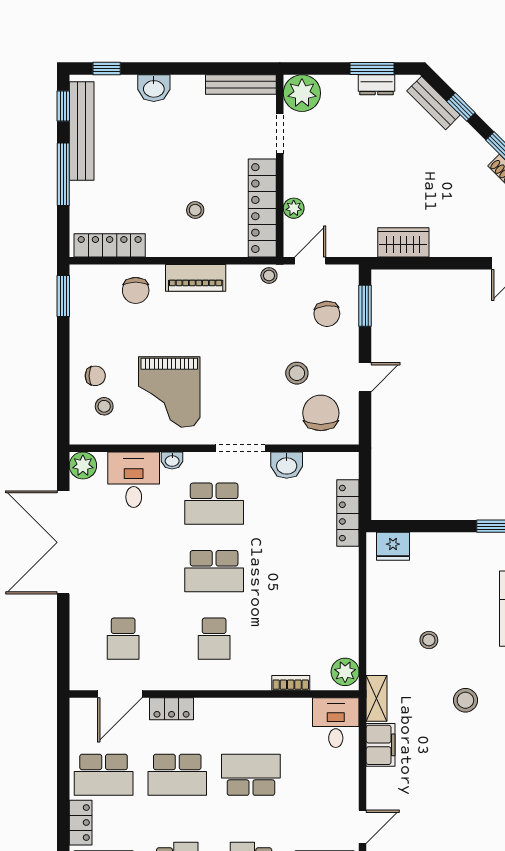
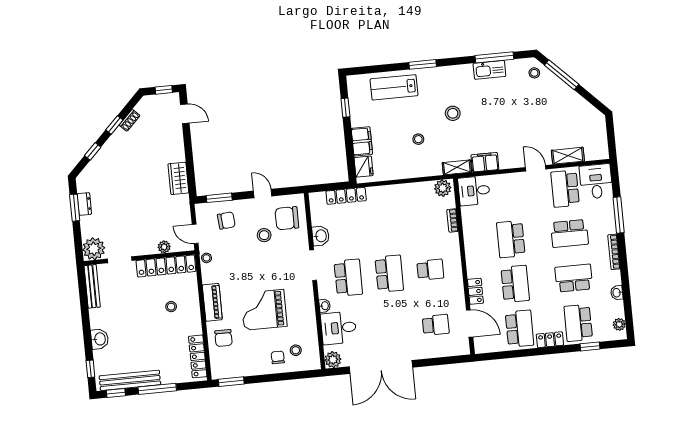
bench: (434, 103) -> (92, 168), removed
chair: (136, 290) -> (223, 338), turned 90
grand piano: (169, 392) -> (264, 310), moved, turned 180
filing cabinet: (434, 548) -> (362, 141), added

